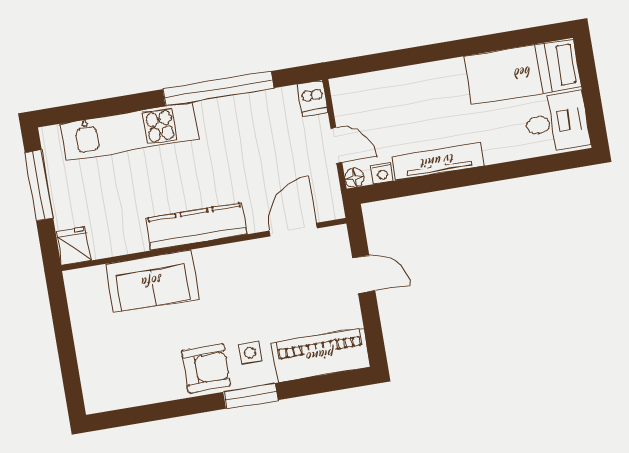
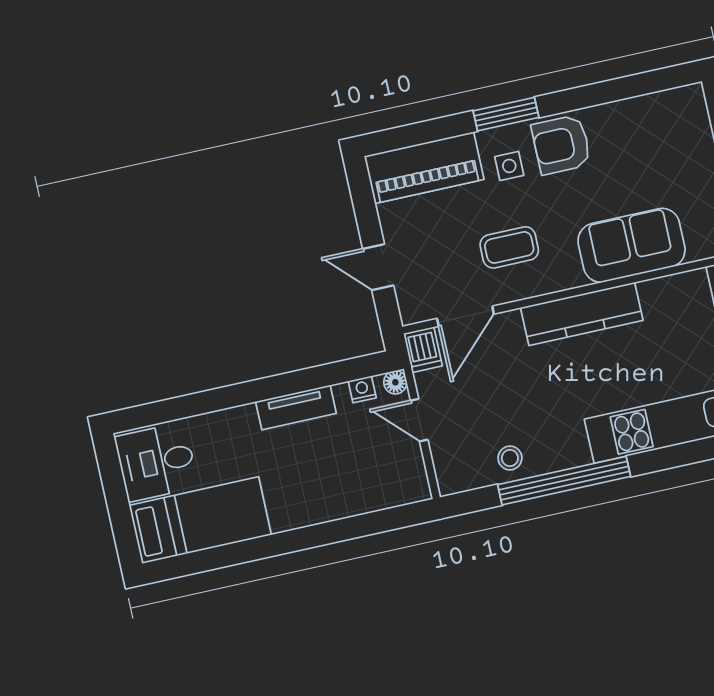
dishwasher: (312, 98) -> (423, 350), moved, turned 180
stool: (262, 110) -> (510, 458), added
tv unit: (438, 161) -> (296, 407), width x0.71
coffee table: (254, 285) -> (509, 247), added

